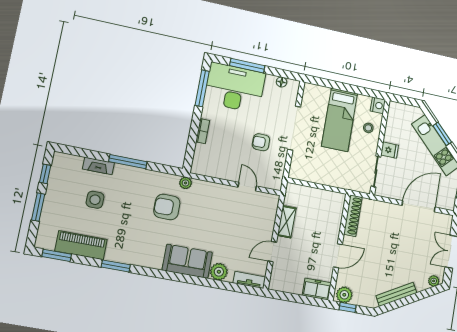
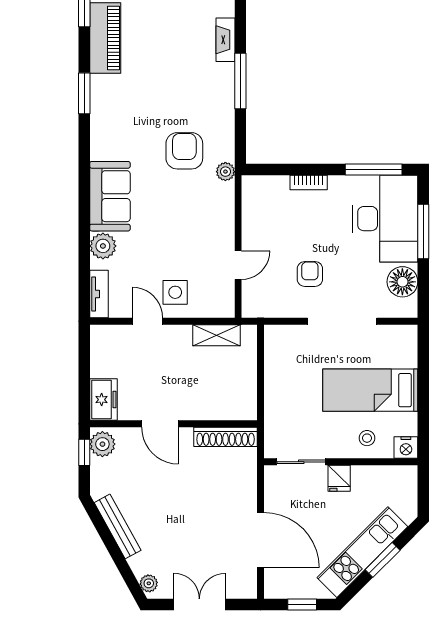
floor lamp: (282, 82) -> (402, 282), width x1.89, depth x1.89
side table: (95, 200) -> (175, 292), moved
shelving: (287, 222) -> (217, 335), moved

